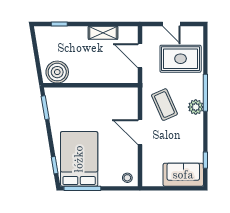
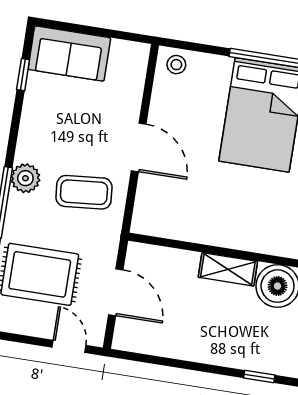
door: (171, 24) -> (69, 346), moved
shelving: (103, 33) -> (228, 269), moved
coffee table: (164, 105) -> (84, 192), turned -71

